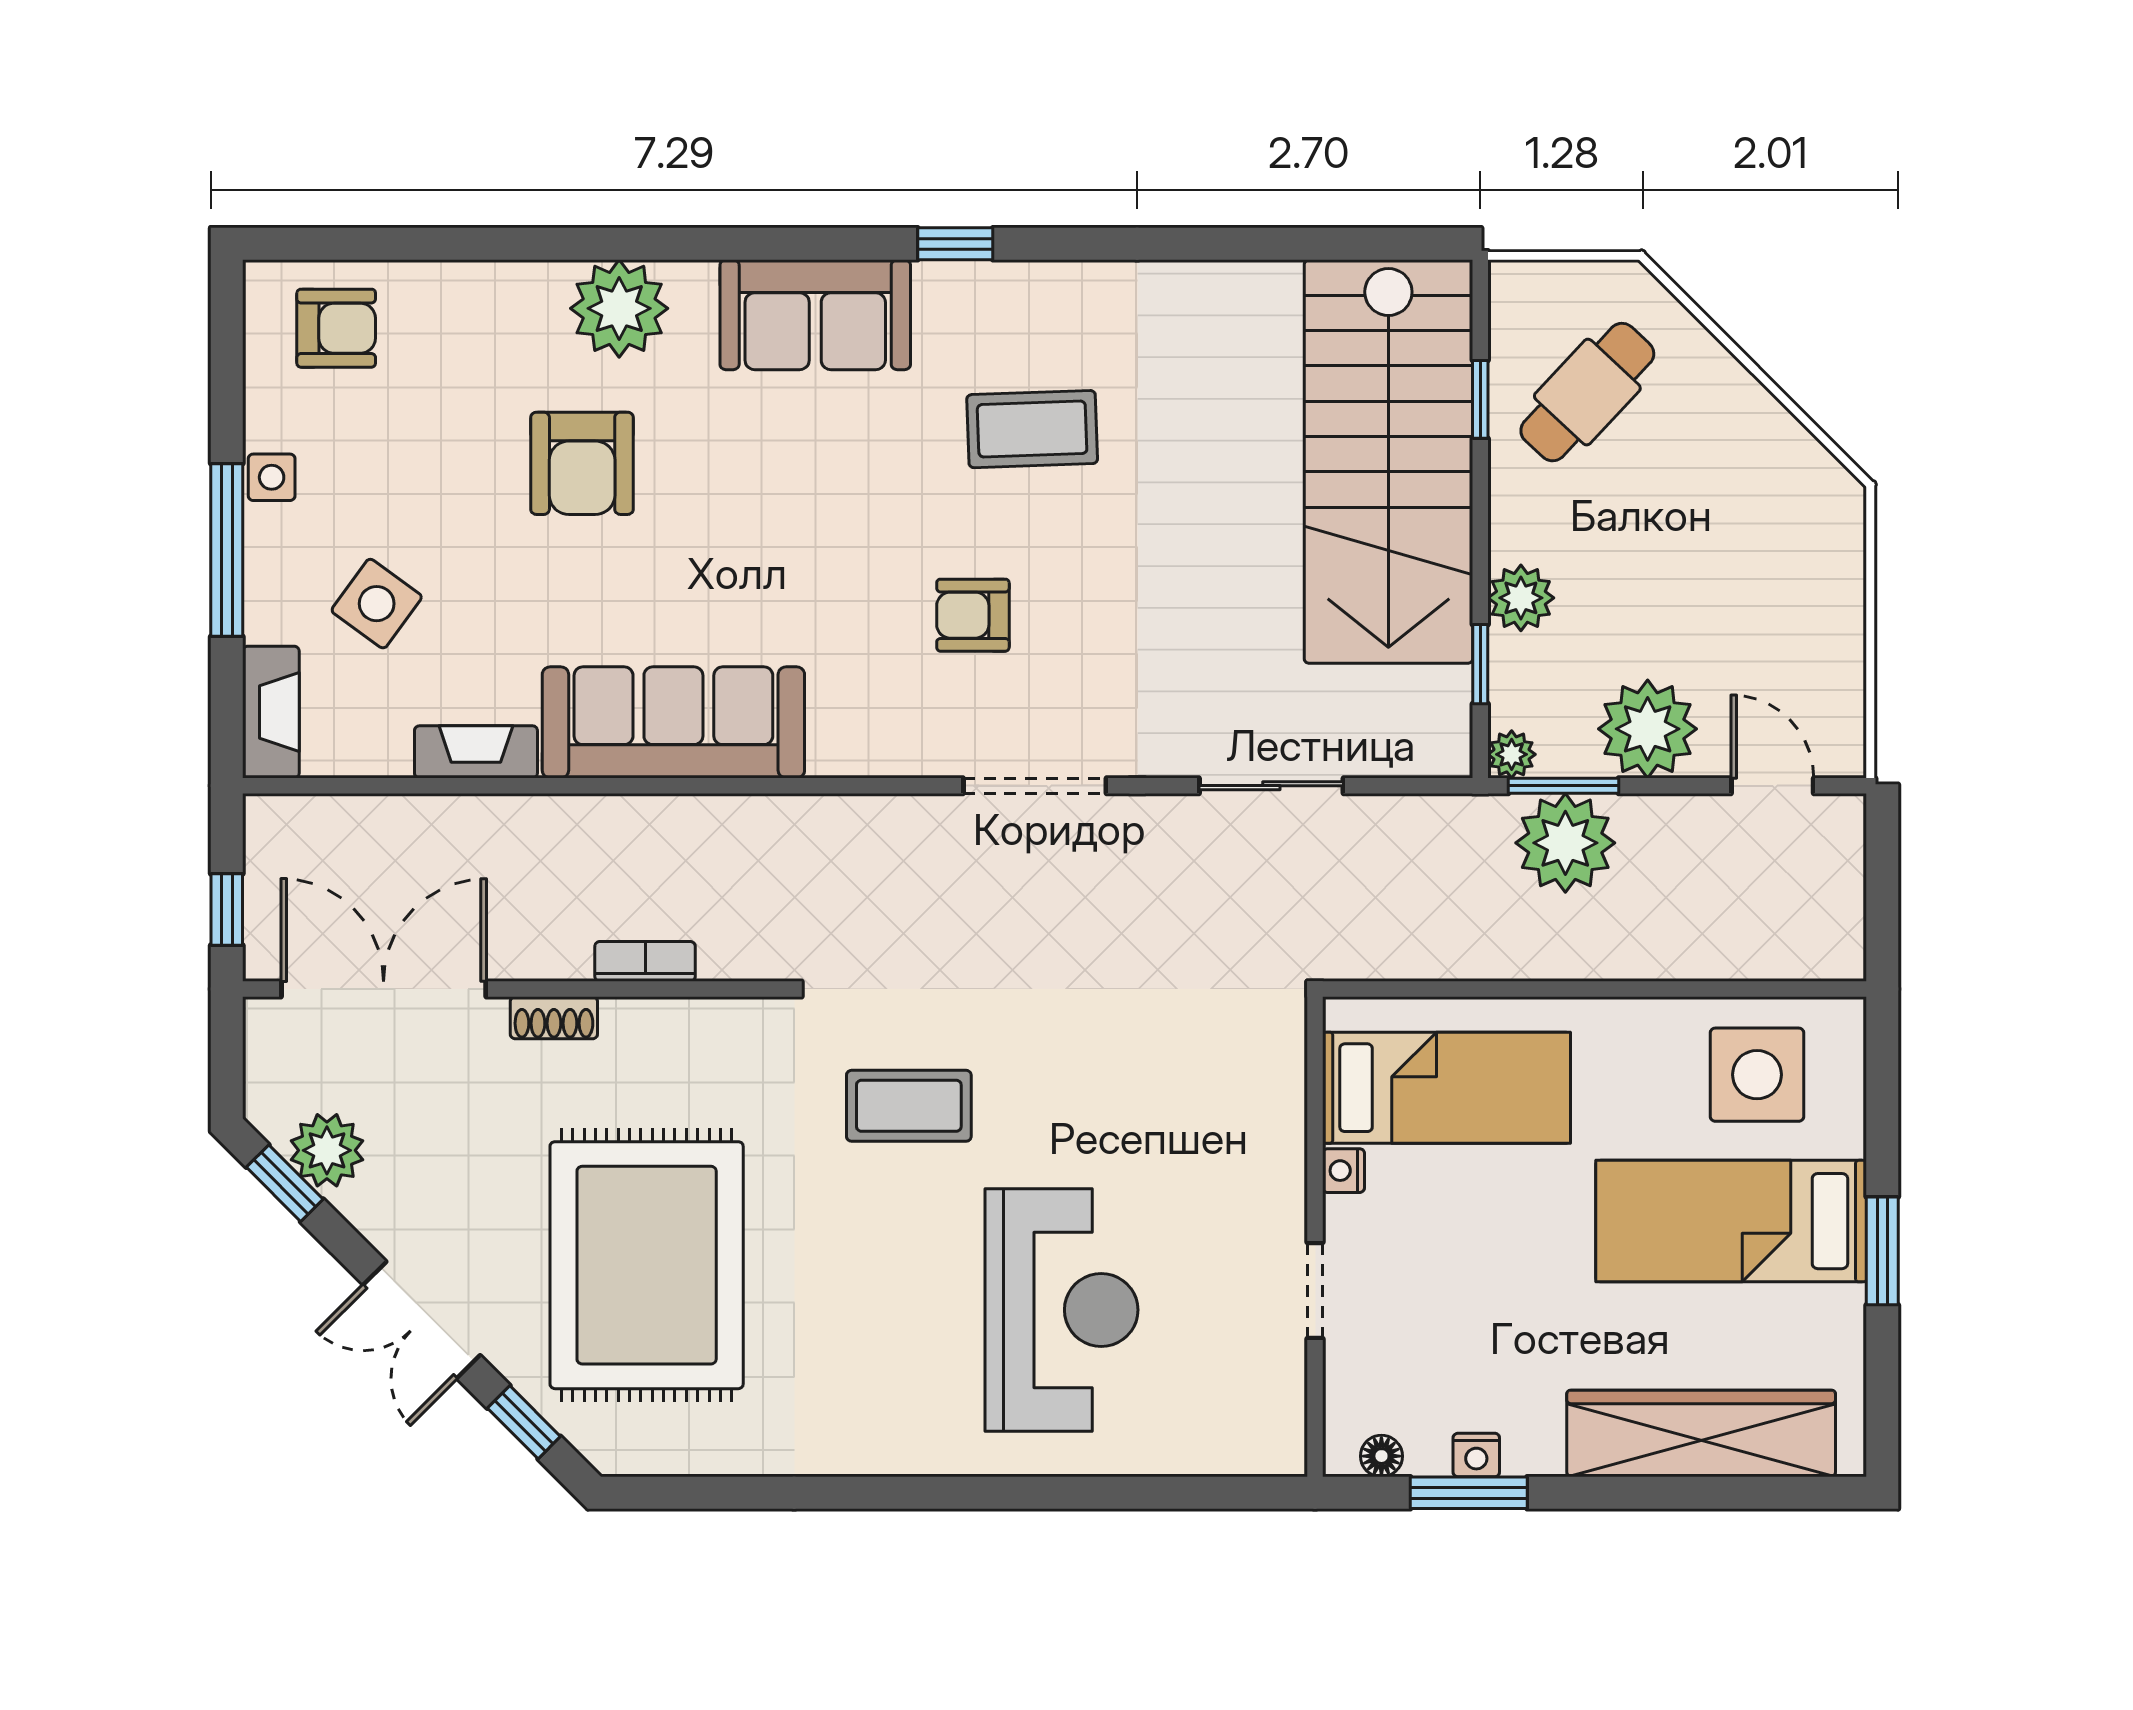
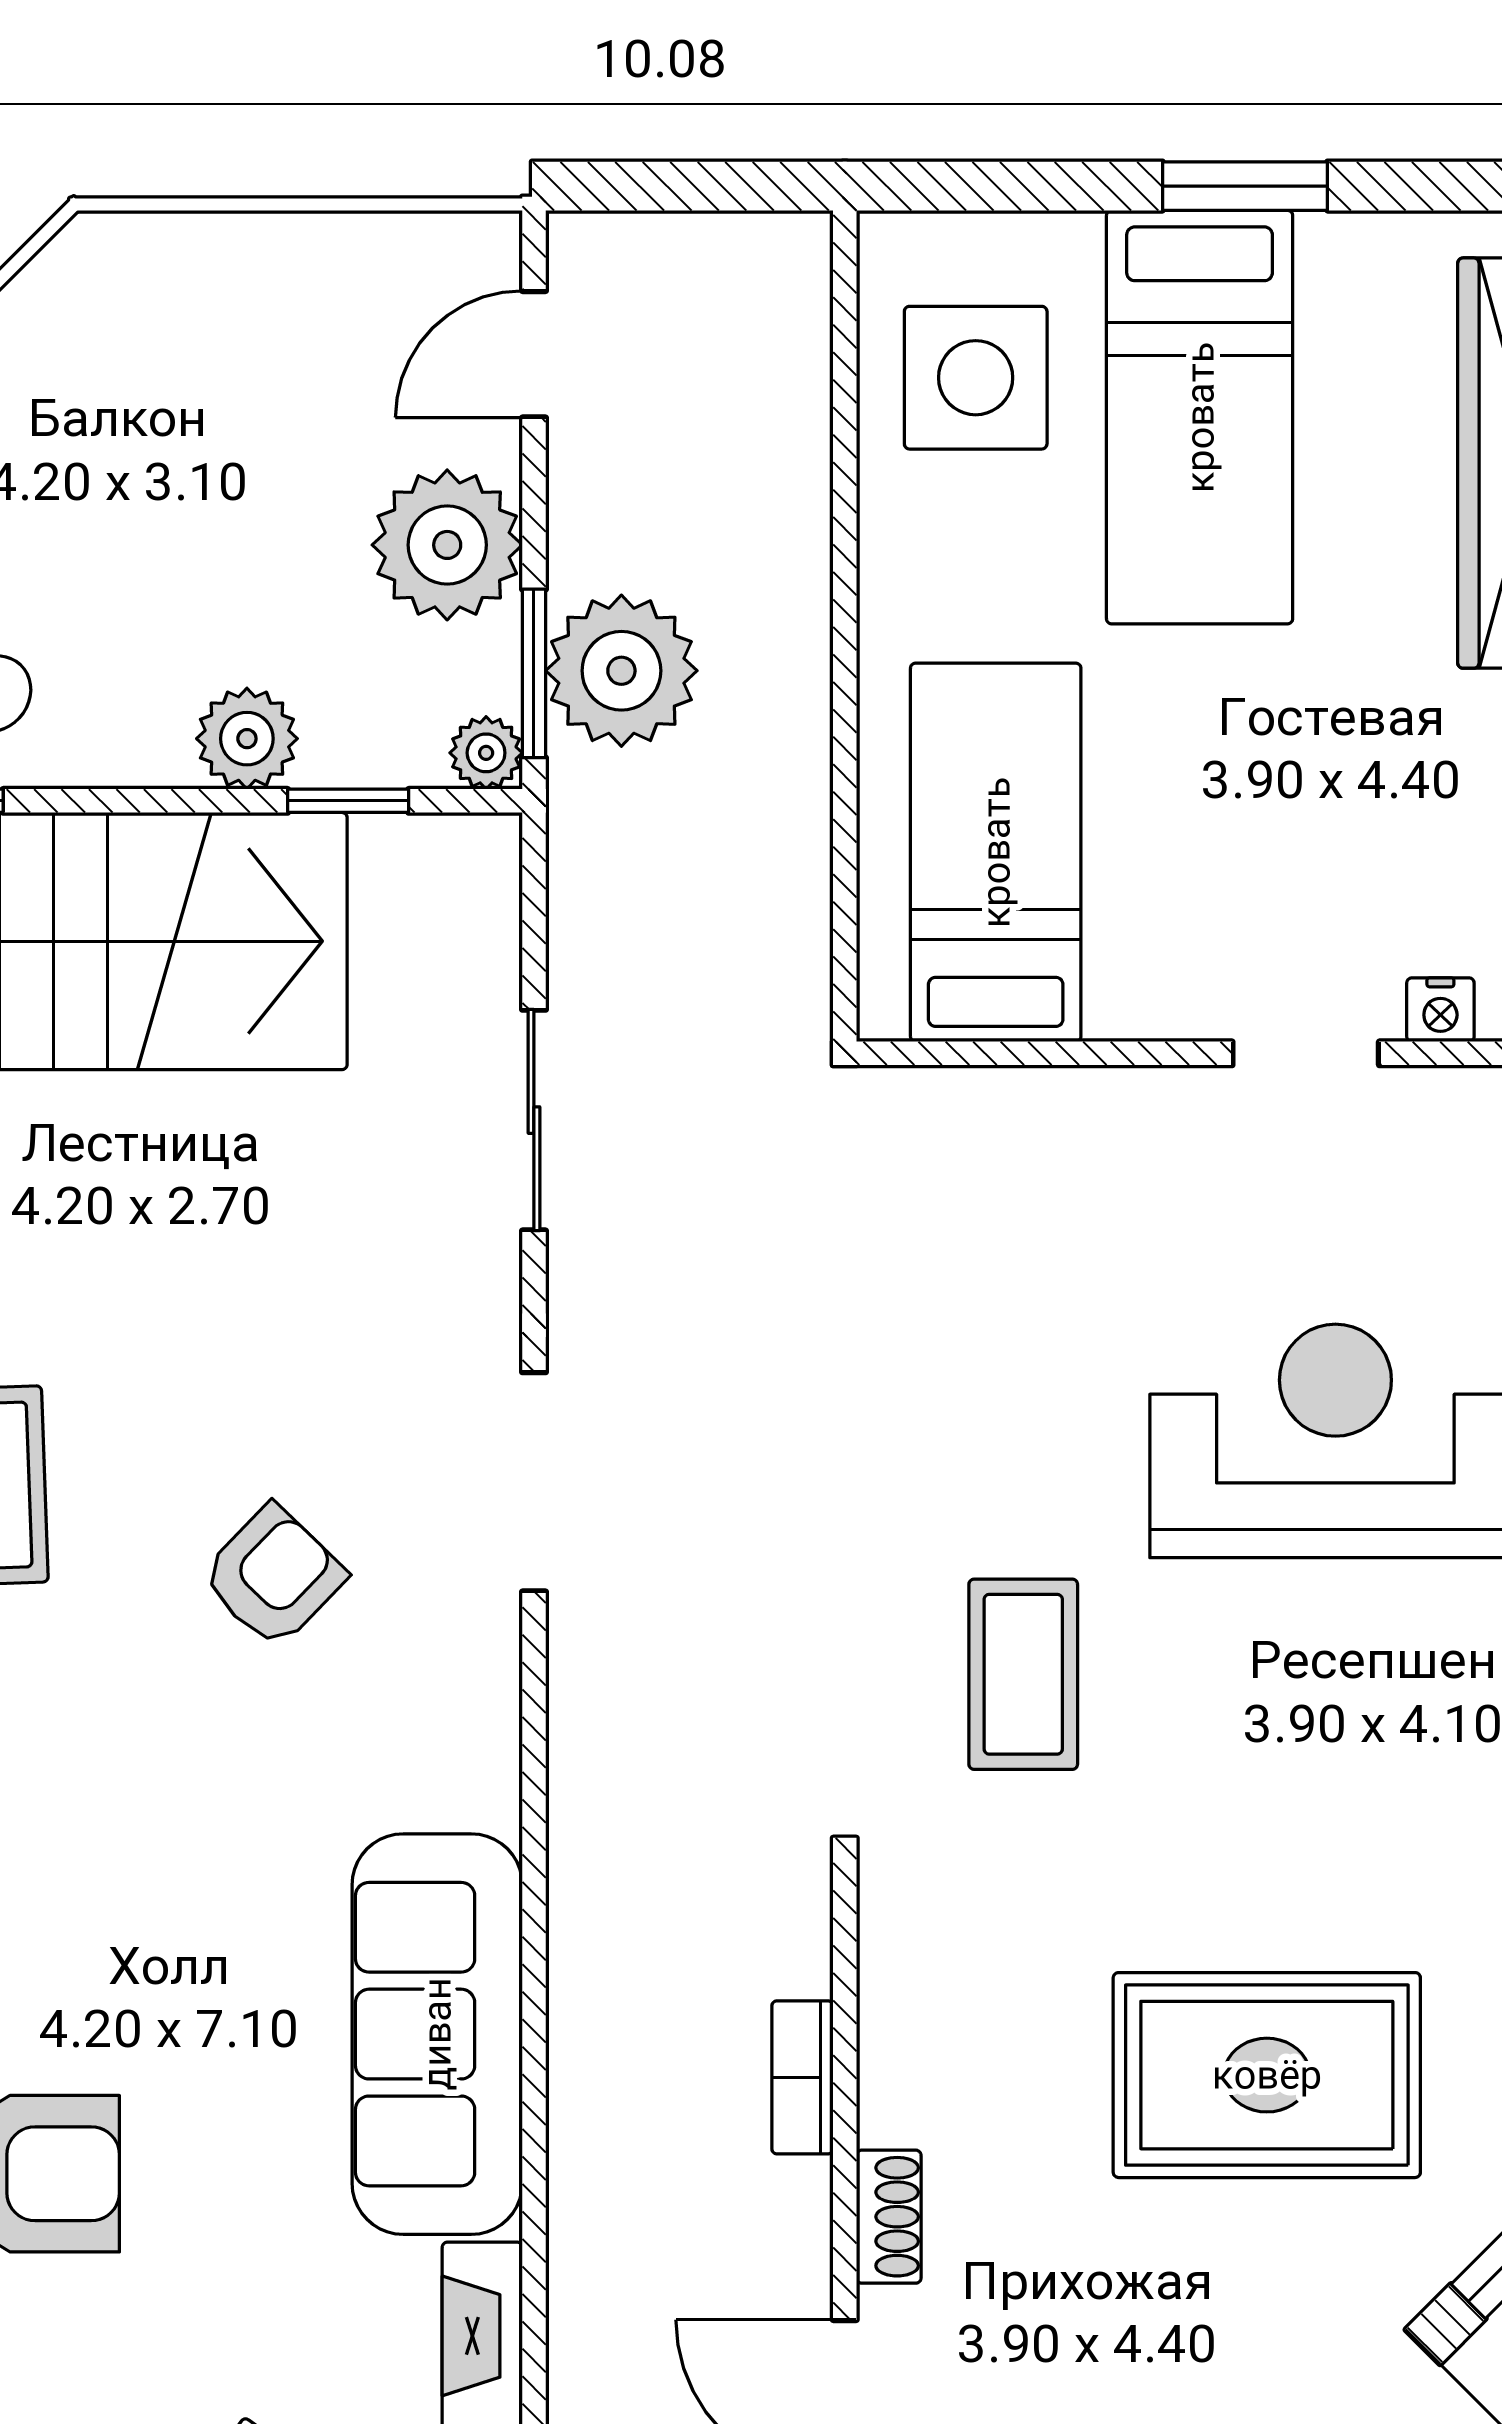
armchair: (973, 615) -> (273, 1576), turned -136
nightstand: (1343, 1171) -> (1440, 1010), moved
rug: (647, 1265) -> (1267, 2075), width x0.73, depth x0.69

